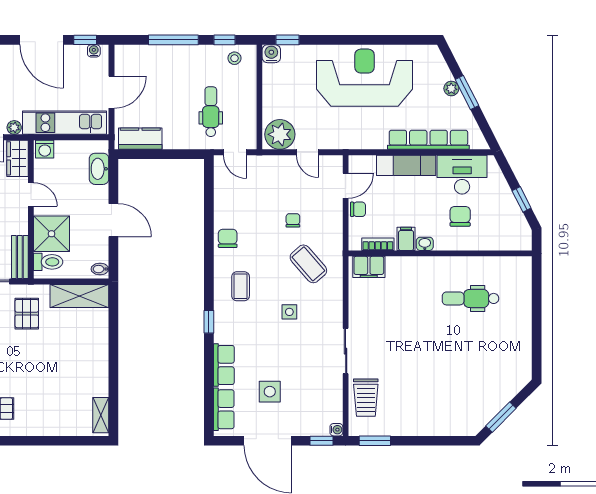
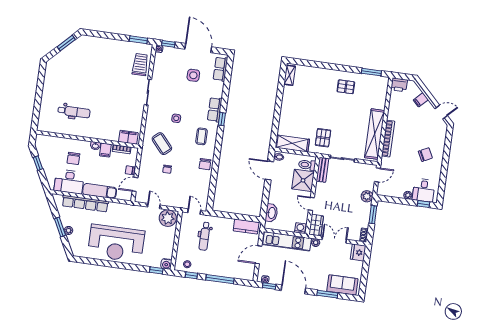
door: (113, 220) -> (269, 171), moved
row of seats: (224, 365) -> (215, 110), moved

